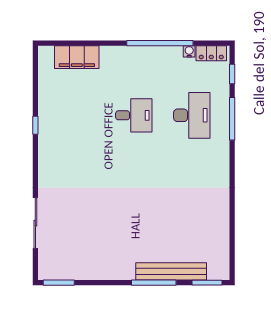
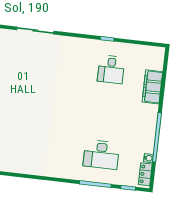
filing cabinet: (77, 57) -> (152, 87), moved
desk: (134, 115) -> (111, 69), moved

